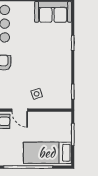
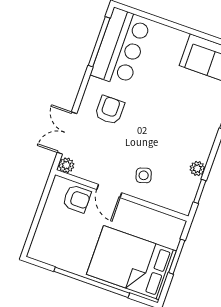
plant: (67, 79) -> (197, 169), added
bed: (47, 153) -> (131, 263), width x1.50

